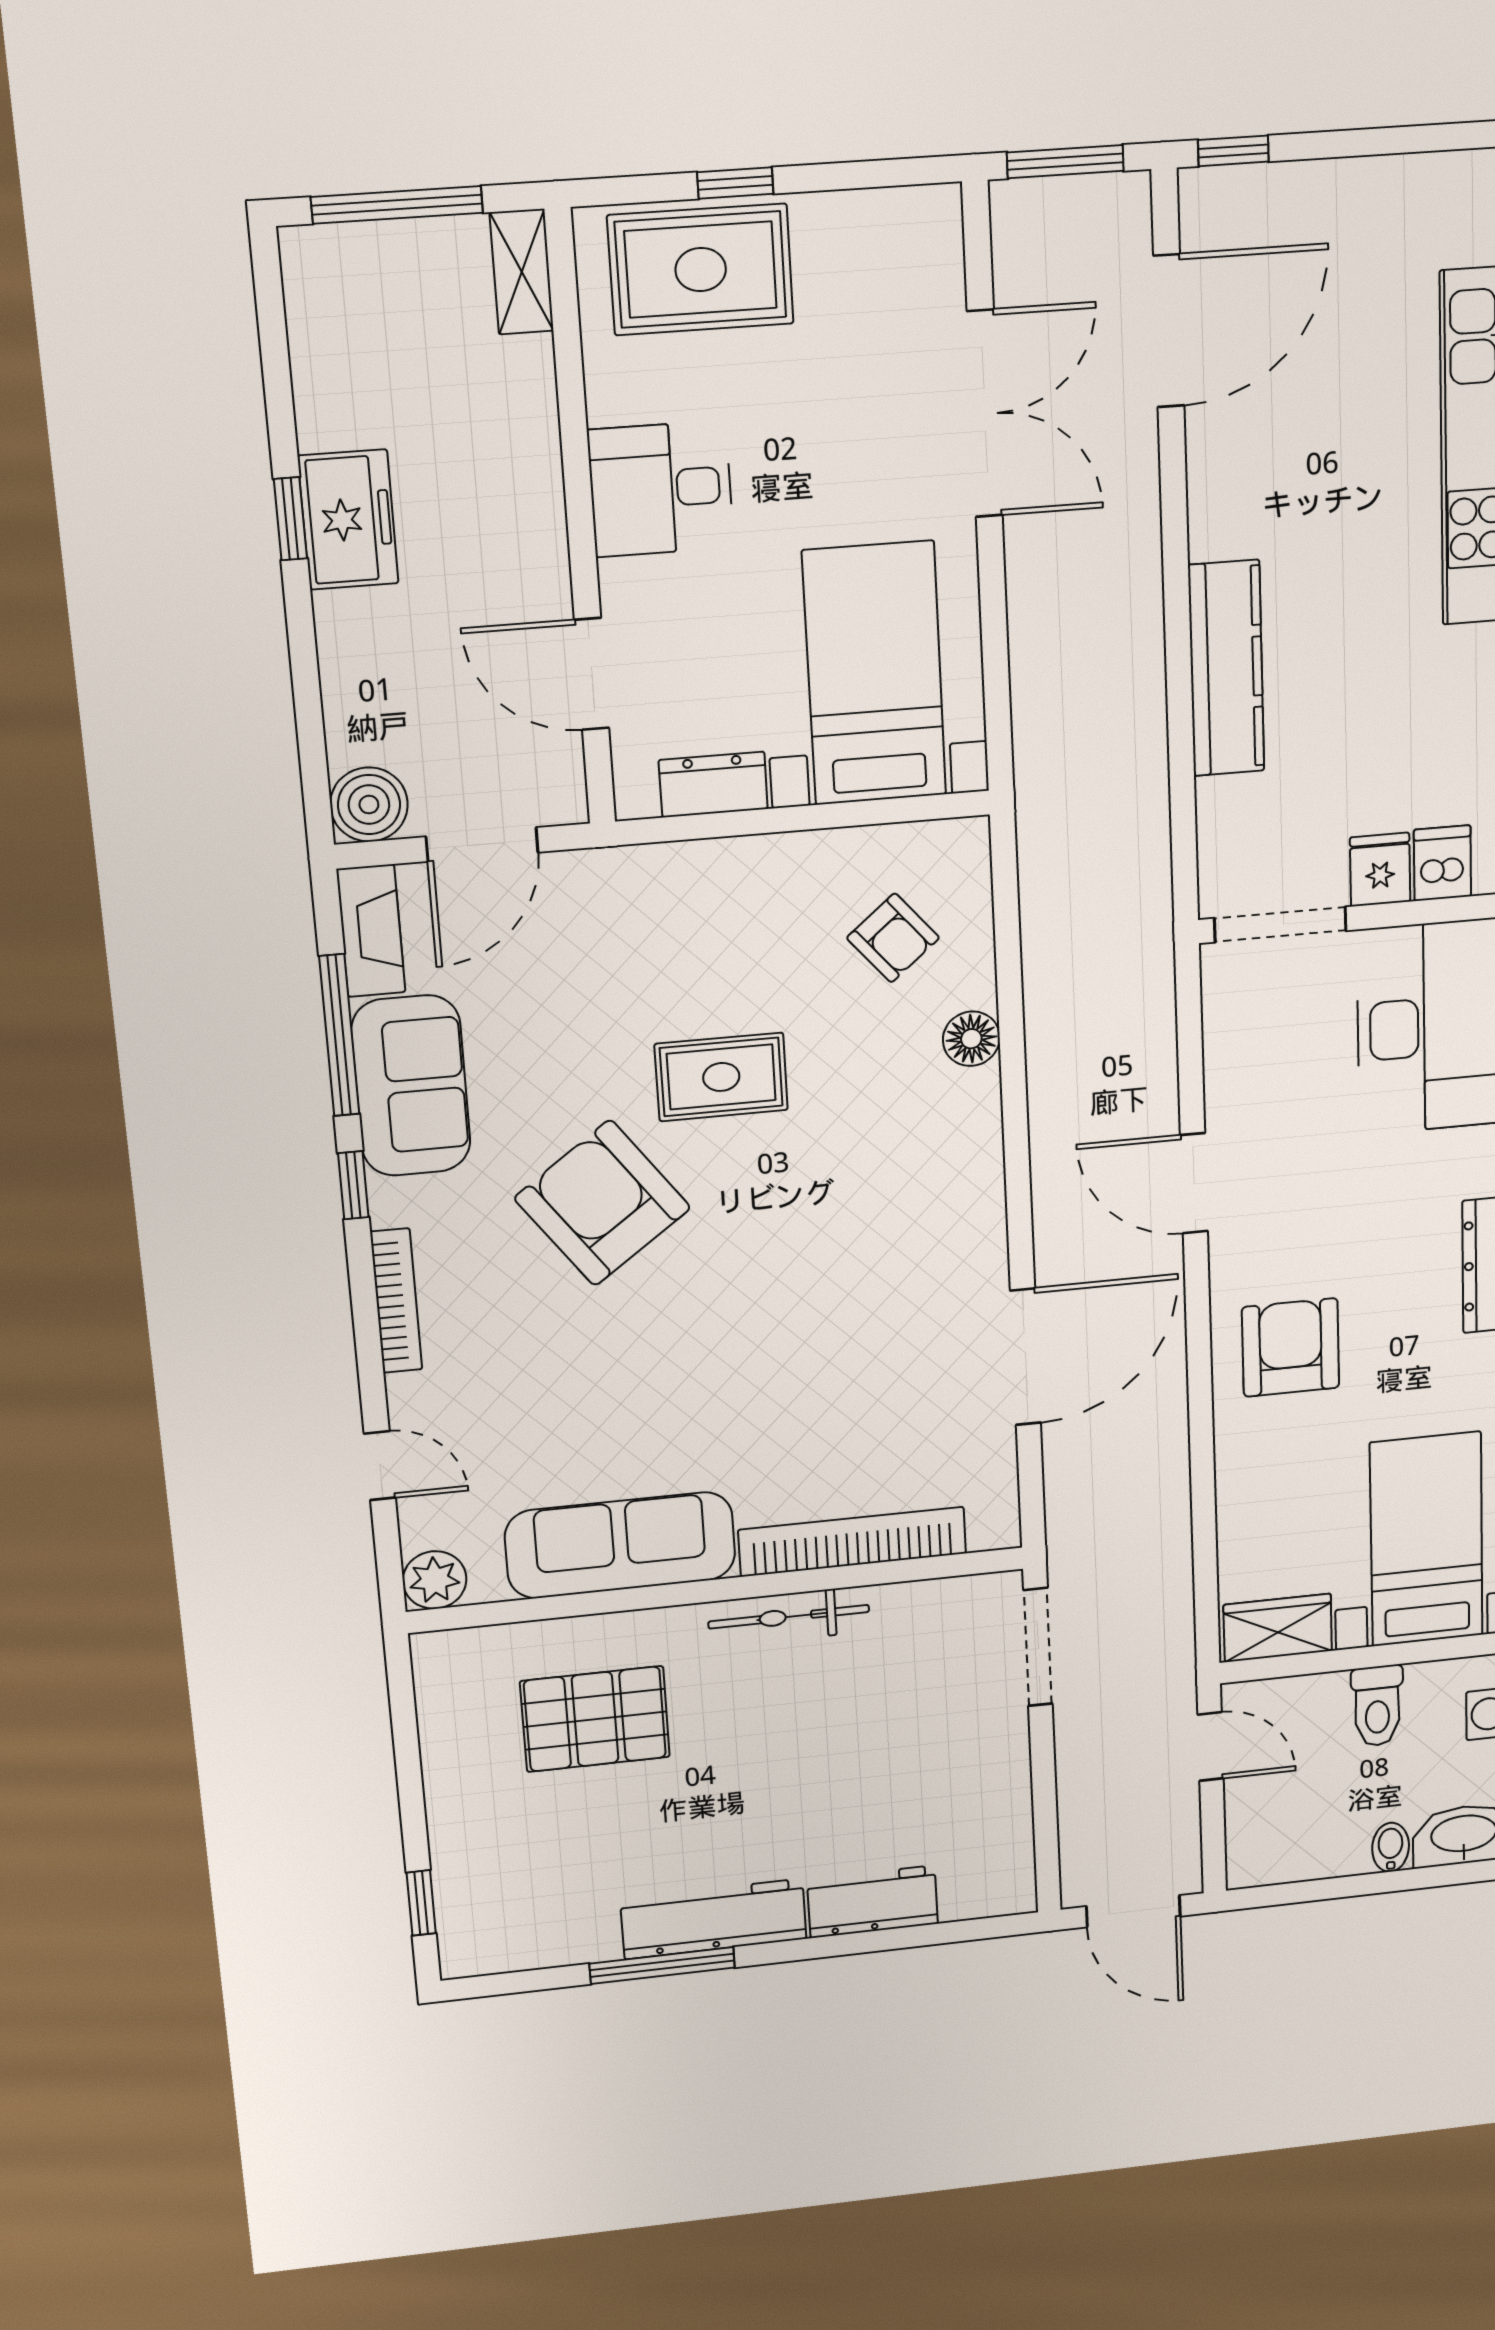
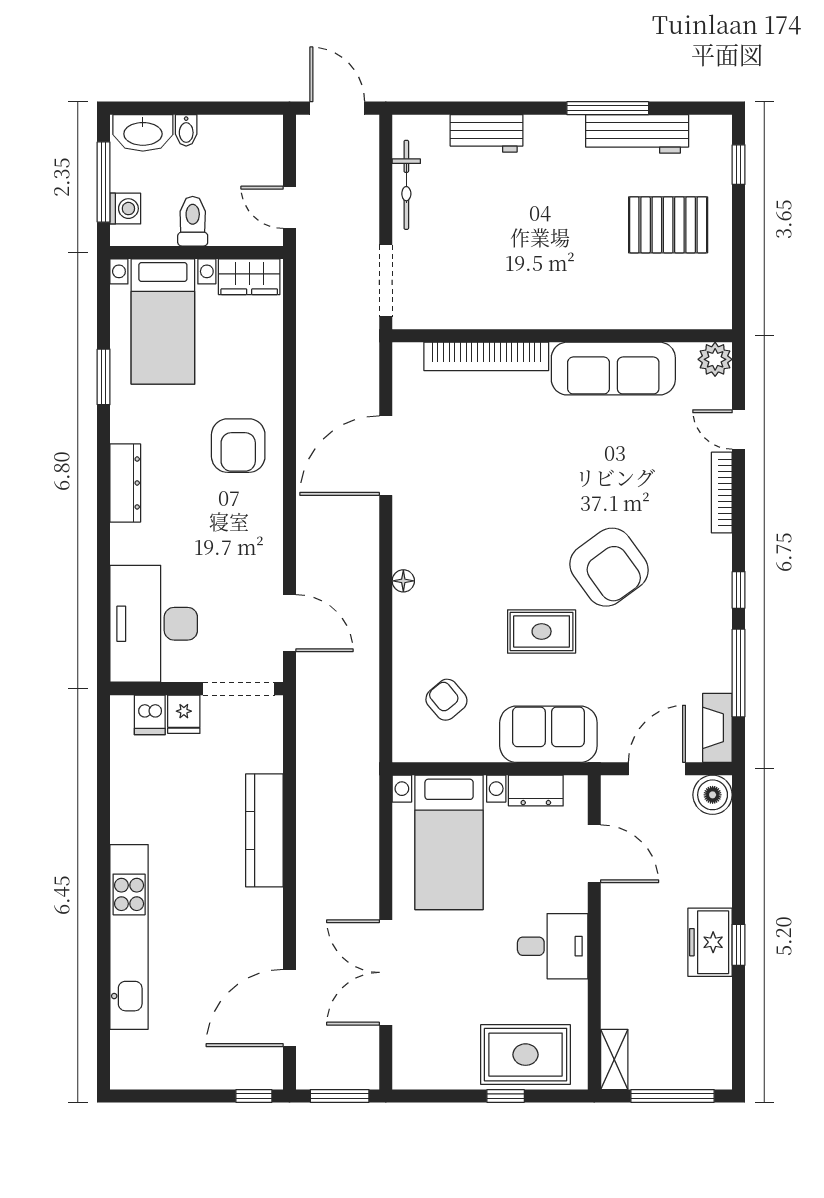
floor lamp: (971, 1039) -> (403, 581), moved, width x0.73, depth x0.73
sofa: (411, 1086) -> (548, 734), moved, turned 90
door: (1194, 1183) -> (290, 623), moved
bookcase: (396, 1301) -> (722, 493), moved
bicycle: (789, 1617) -> (406, 185), moved, turned 90
pallet: (595, 1719) -> (668, 225), moved
workbench: (714, 1919) -> (637, 134), moved

